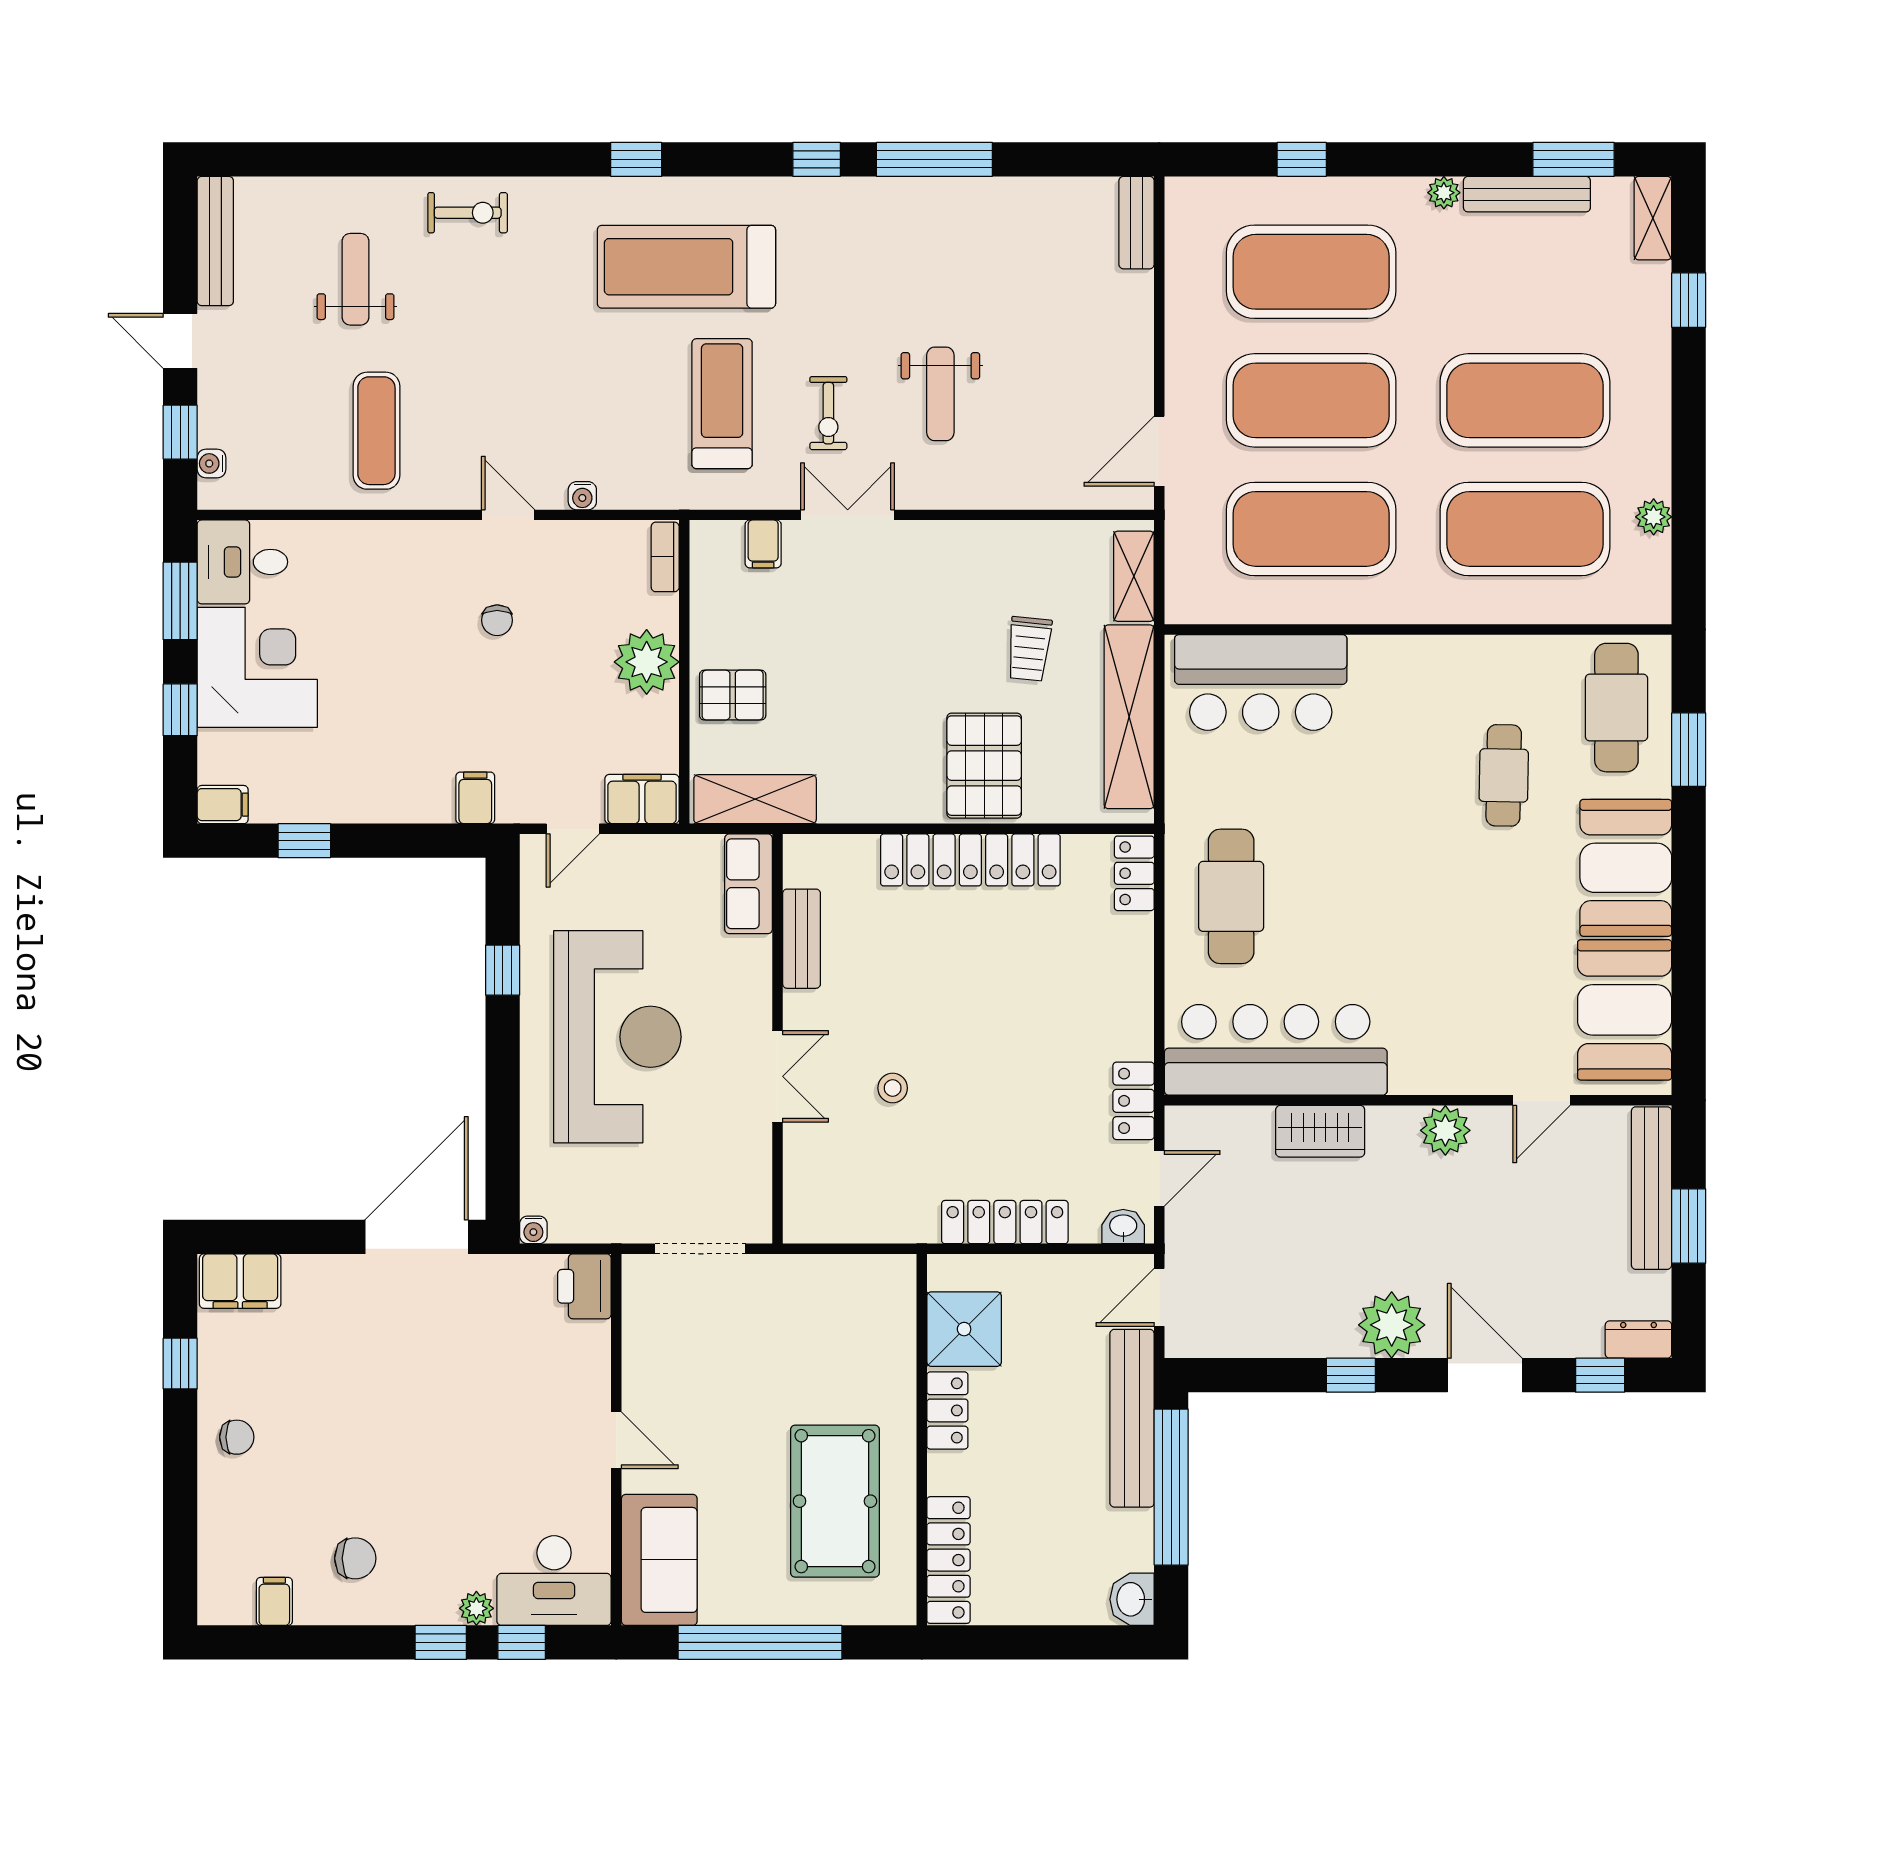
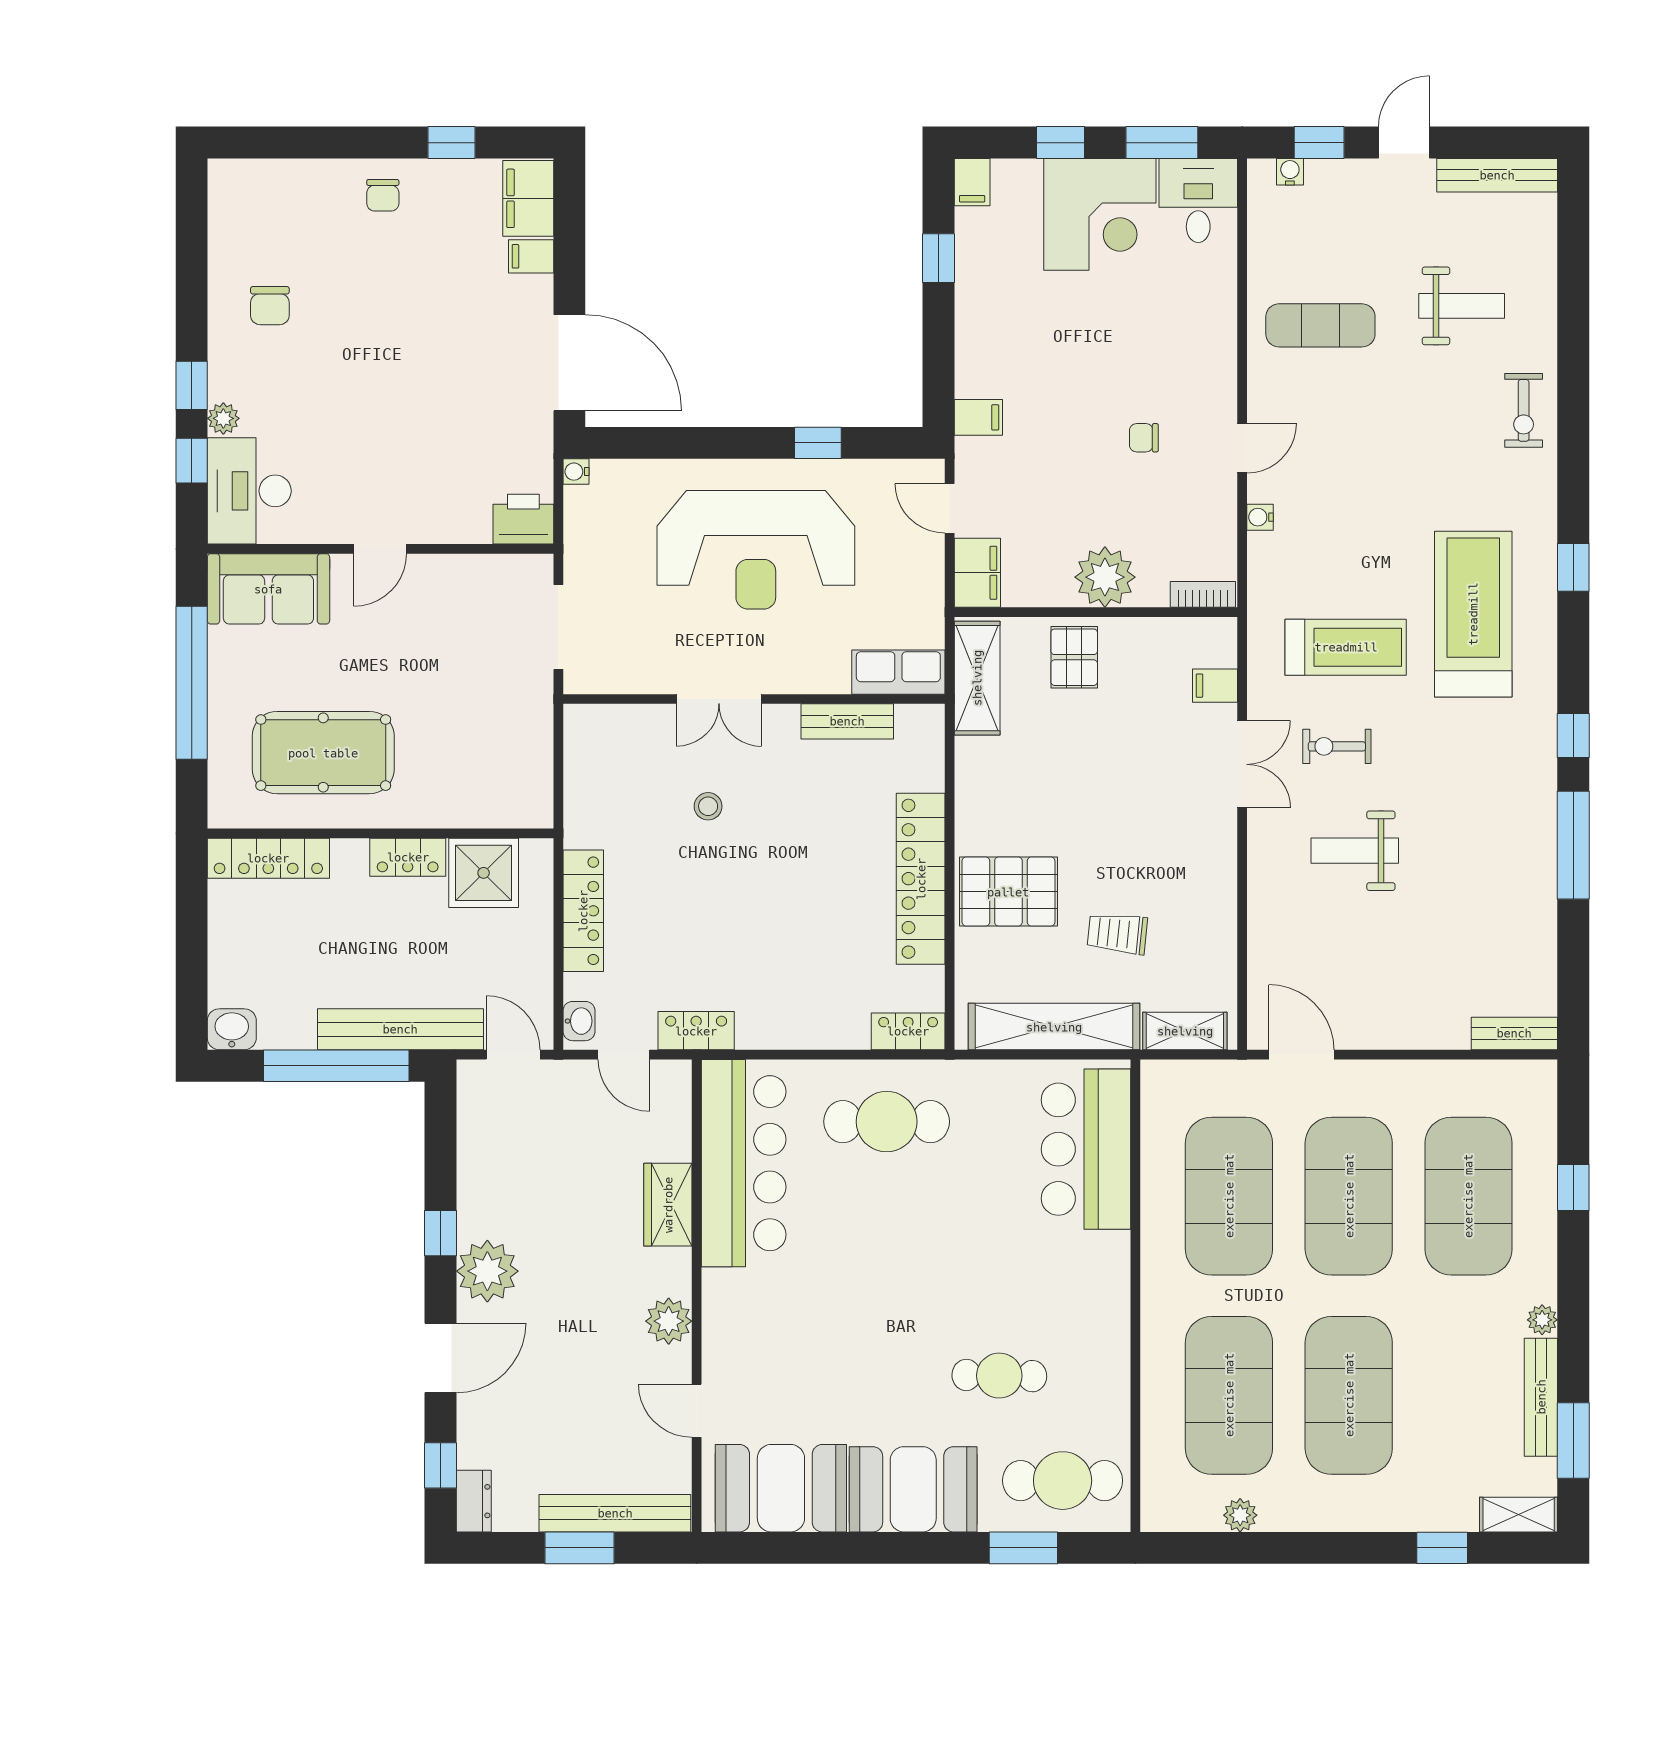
filing cabinet: (274, 1601) -> (531, 256), moved, turned 180

